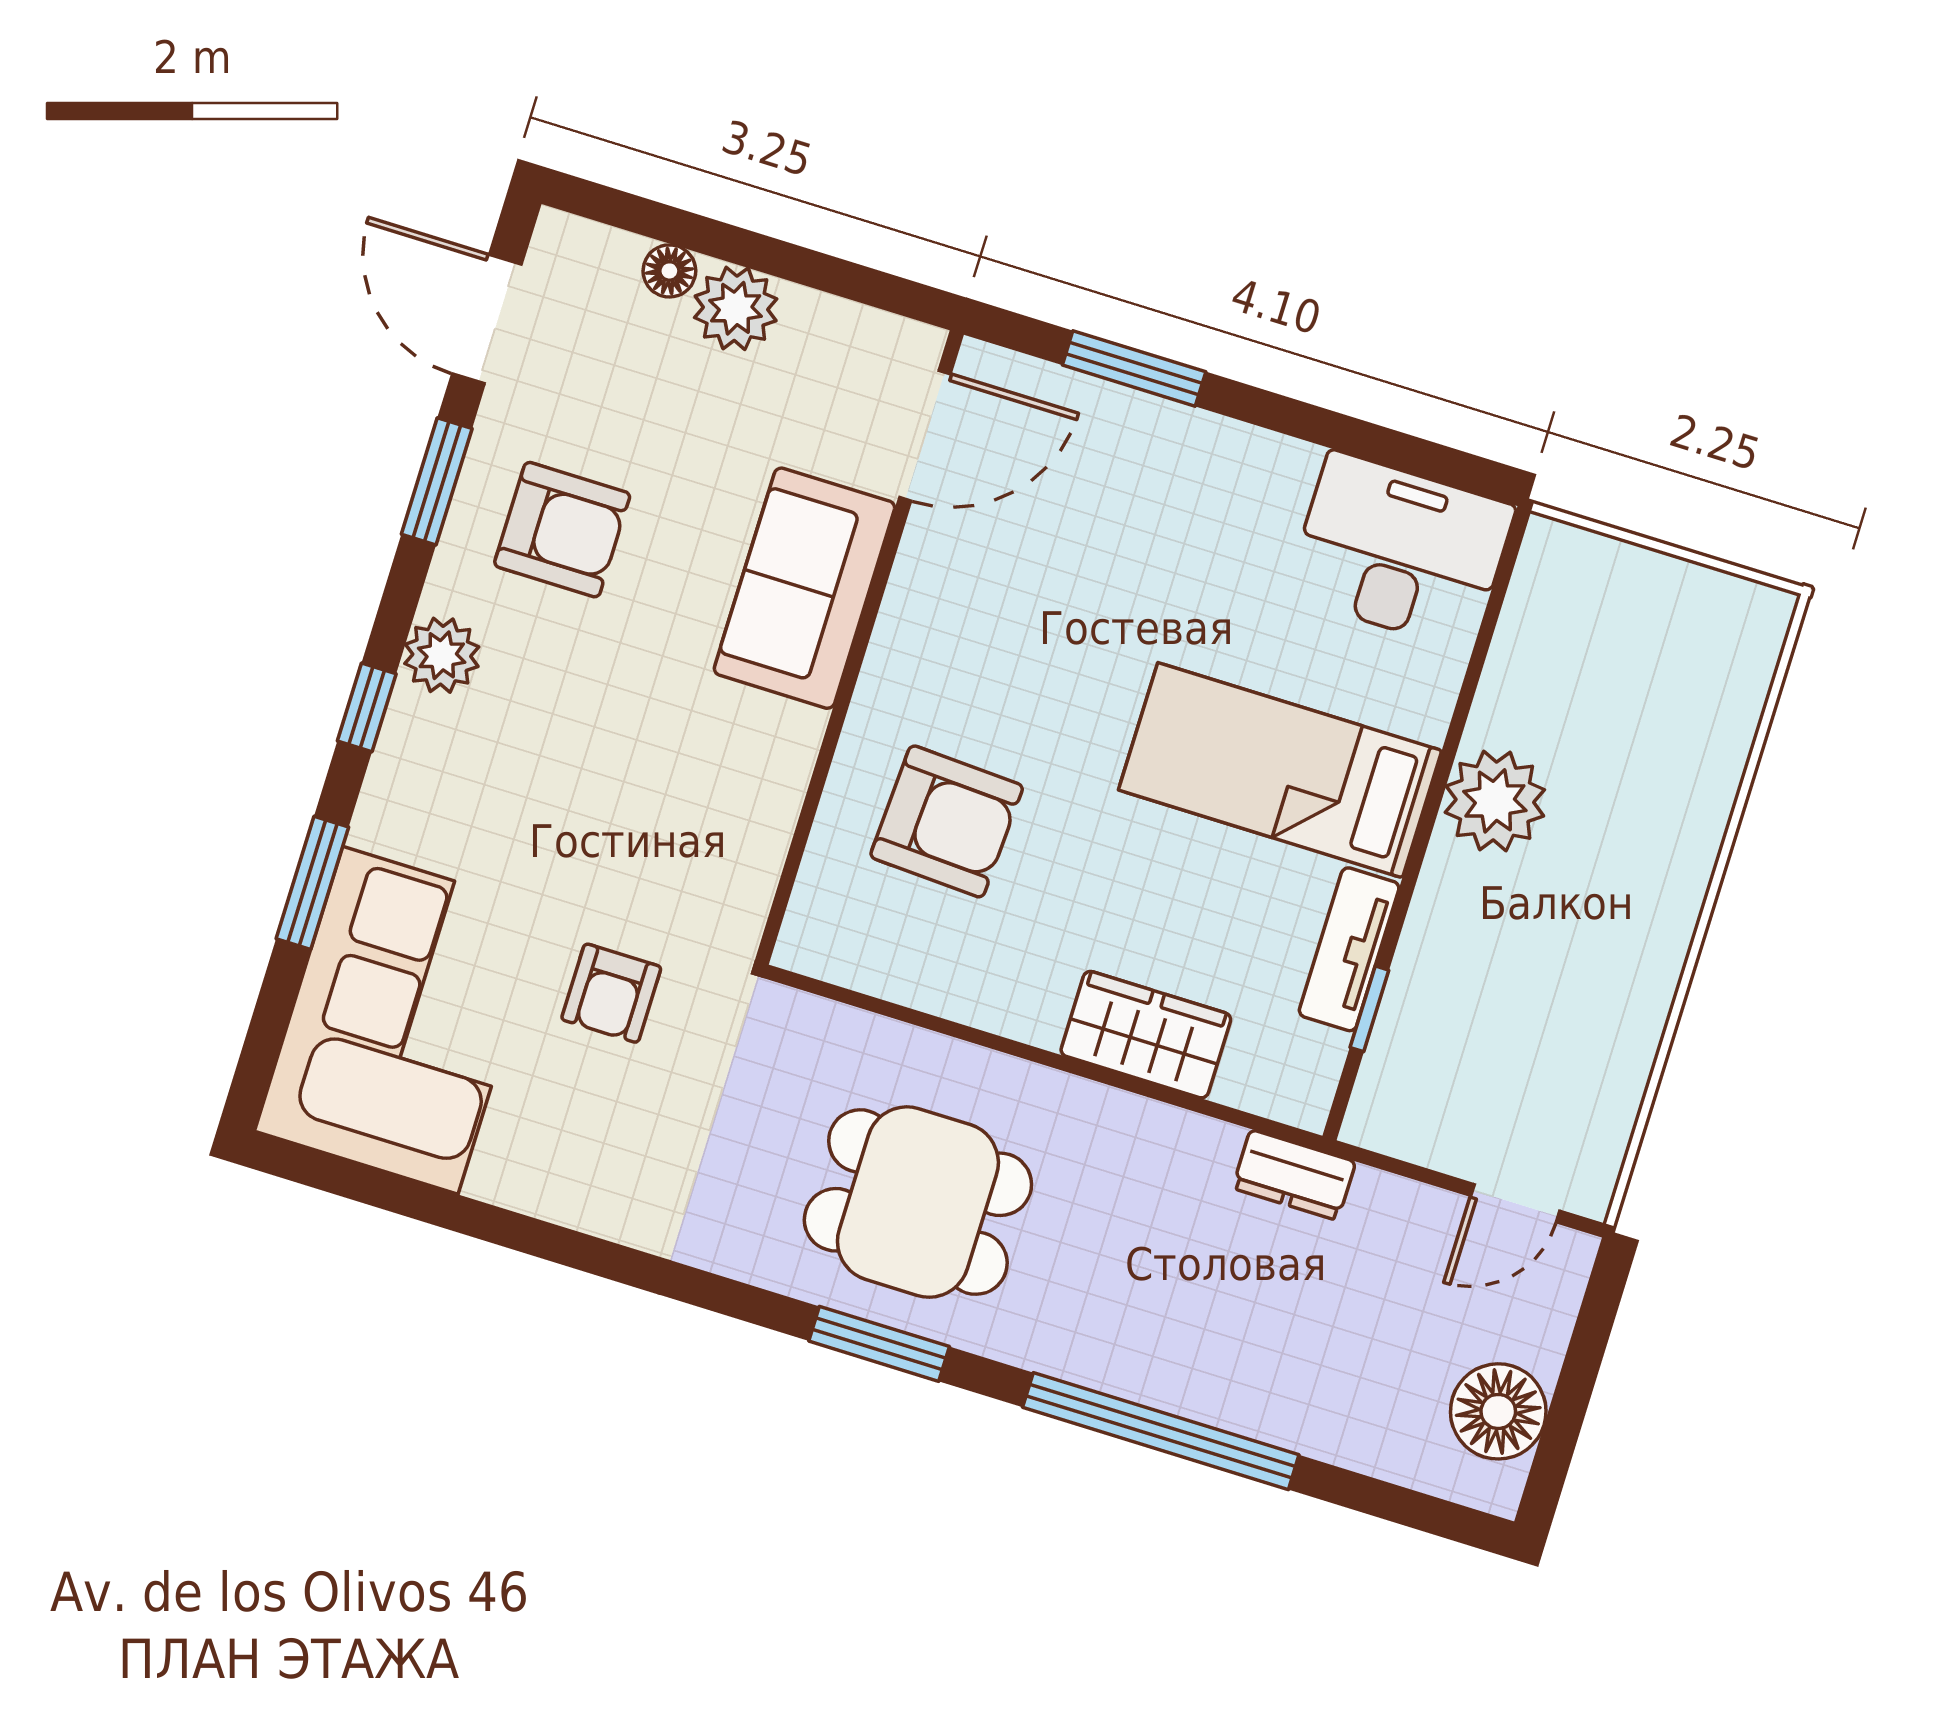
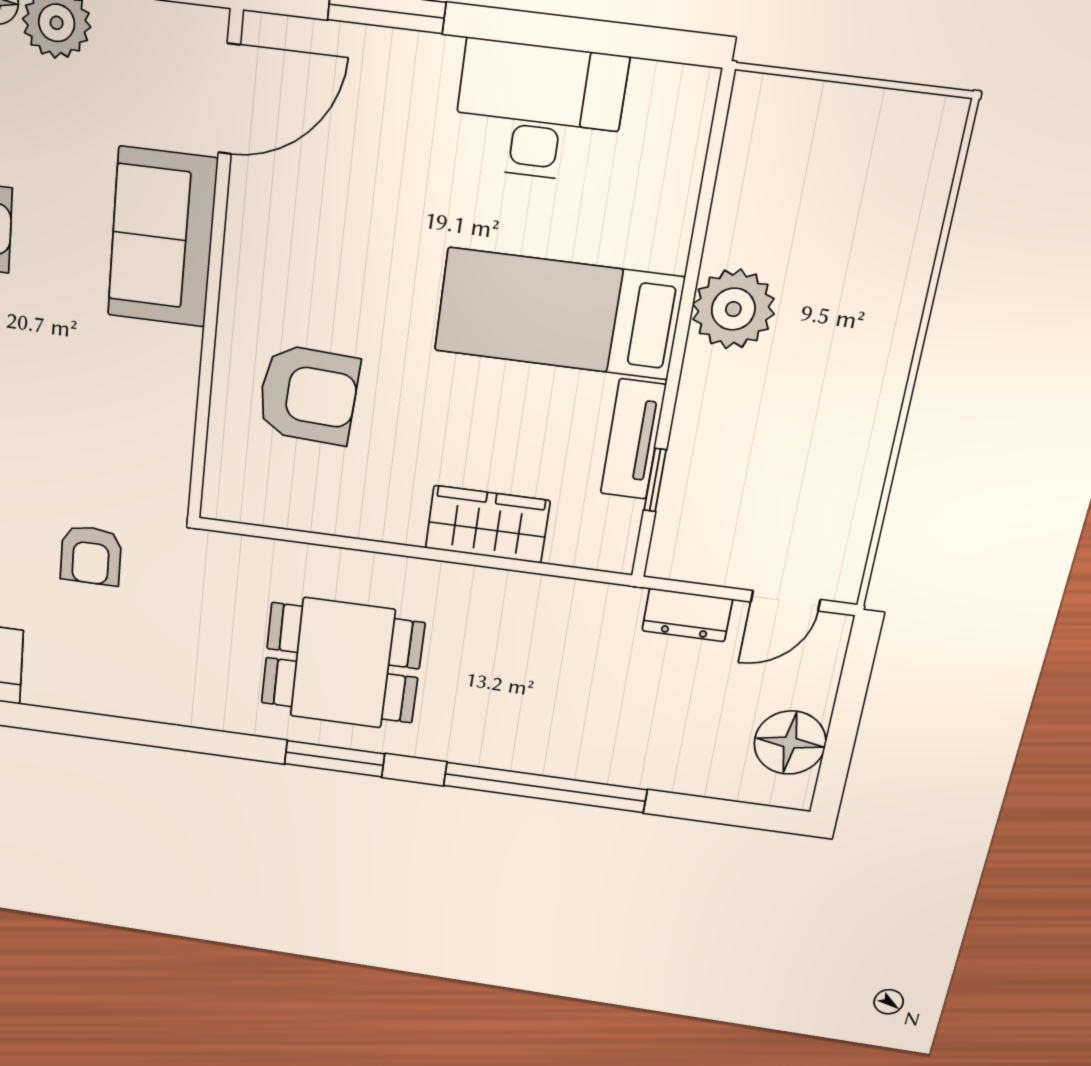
desk: (1400, 551) -> (539, 112), moved
dresser: (1294, 1175) -> (687, 615), moved

